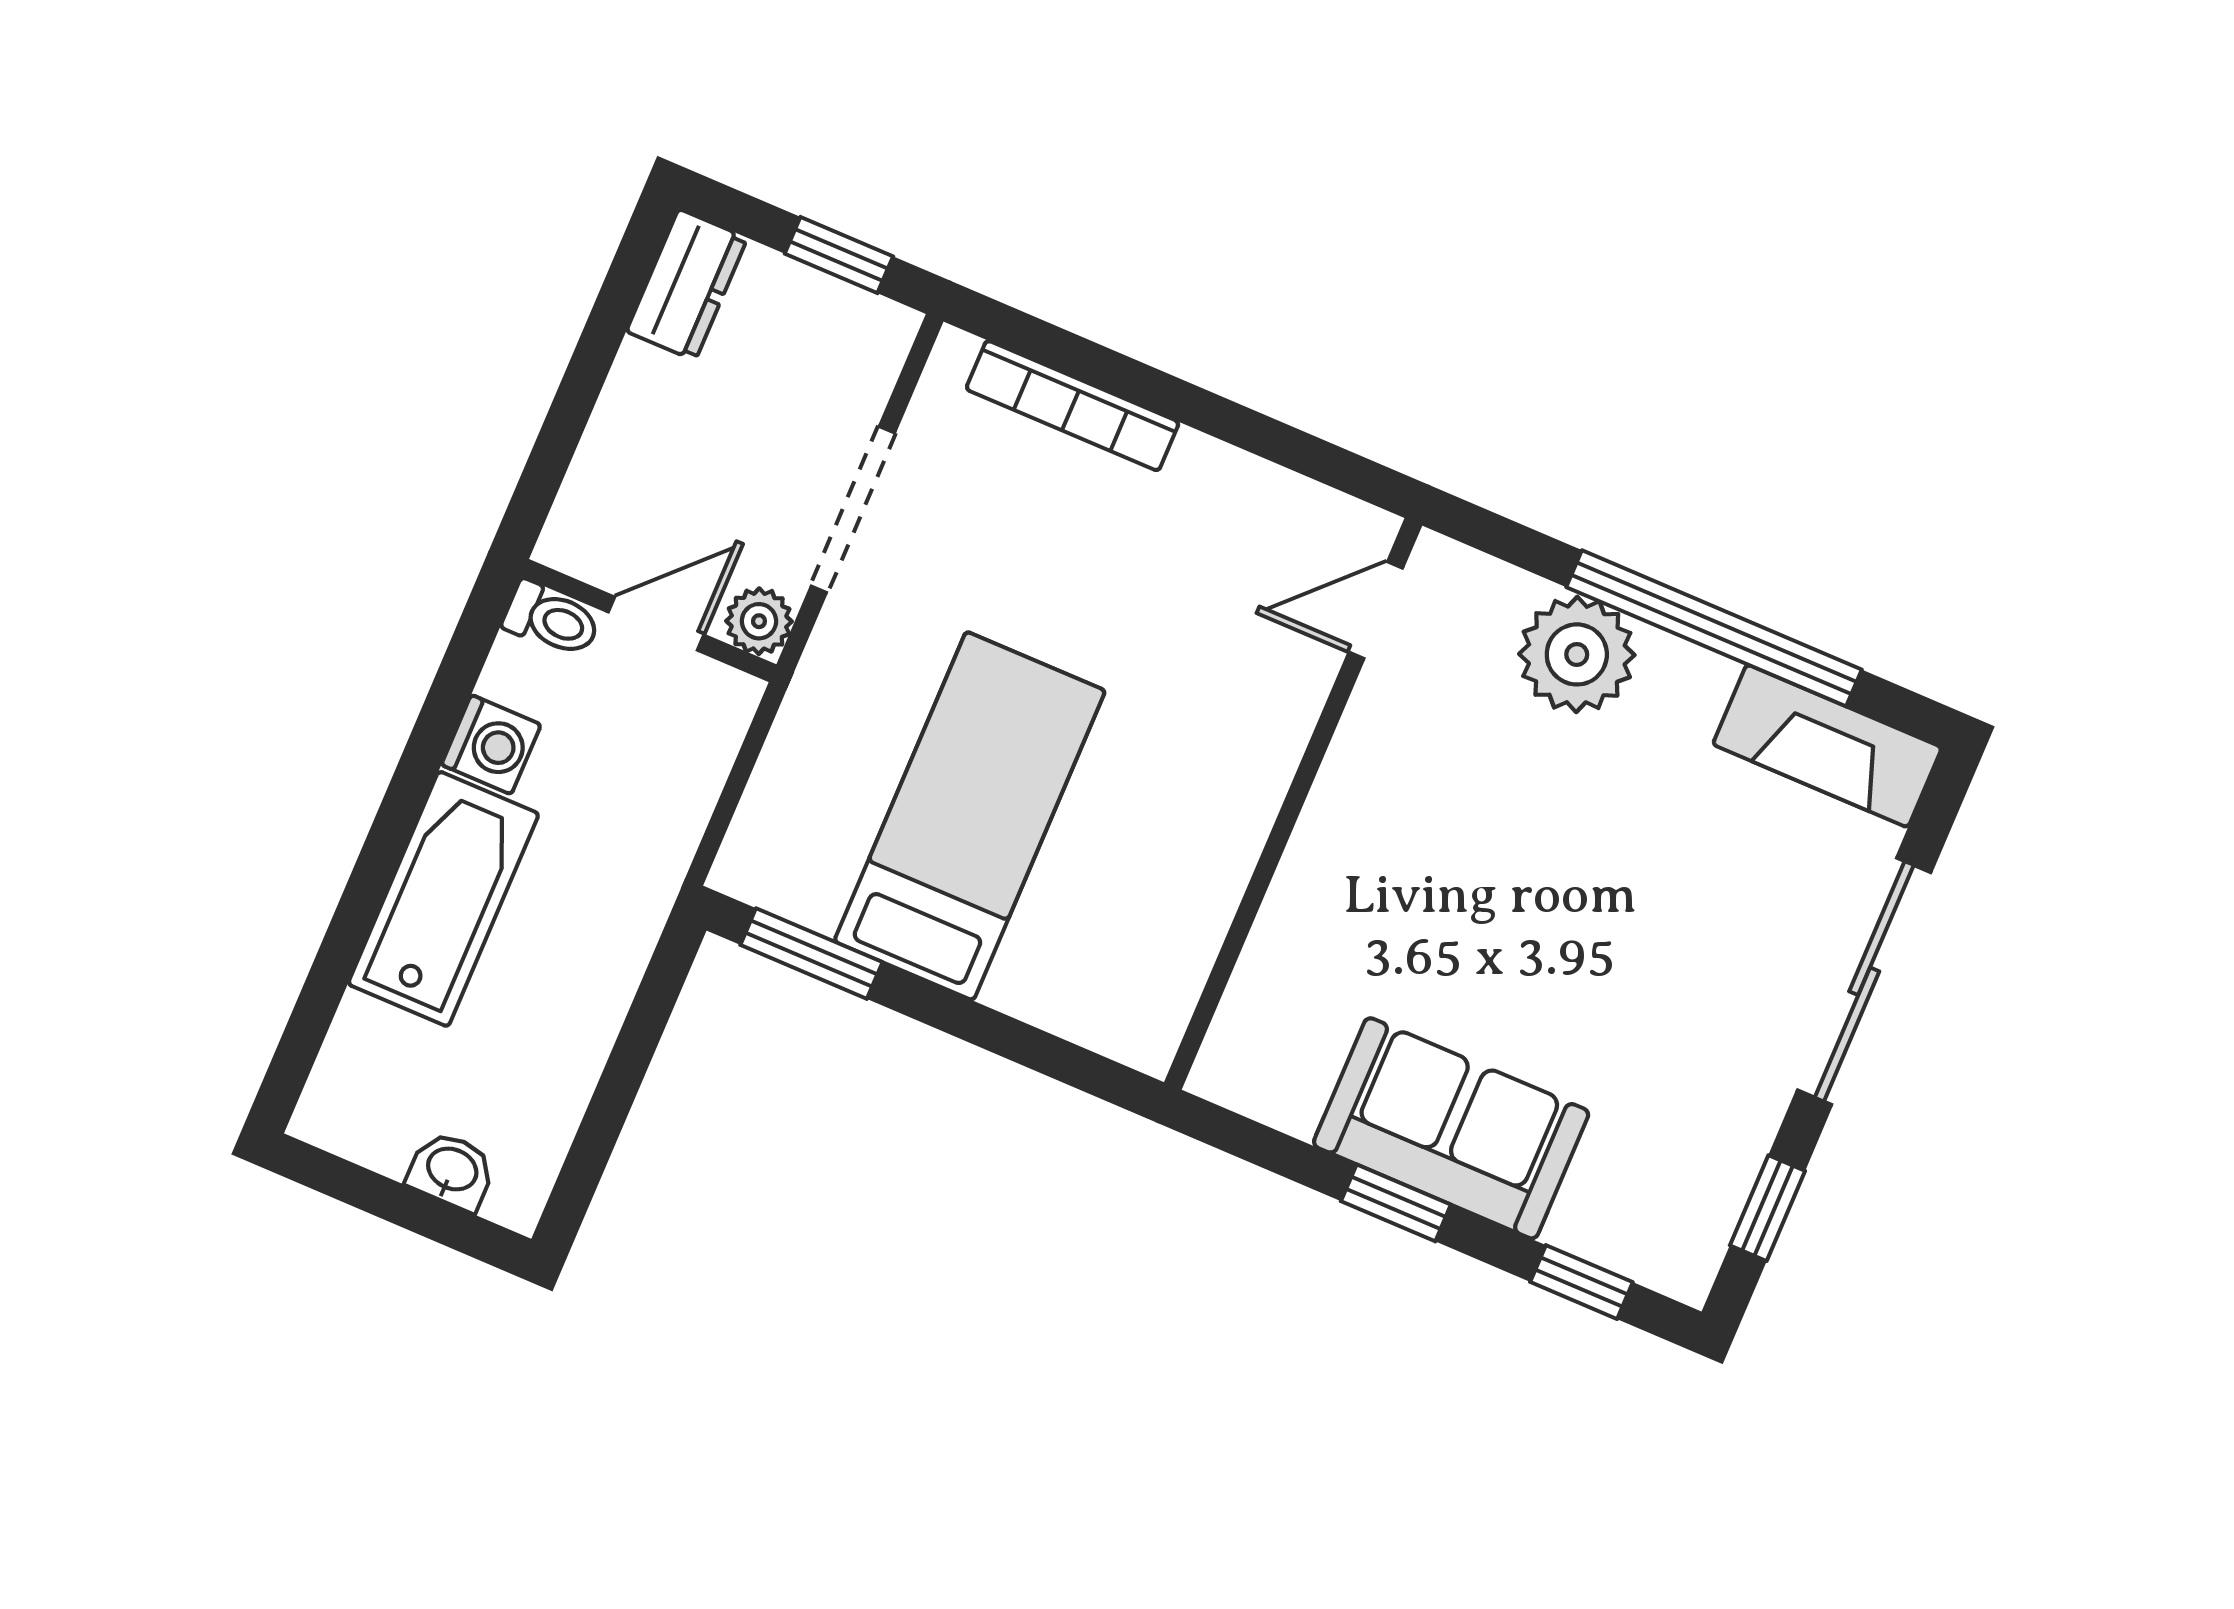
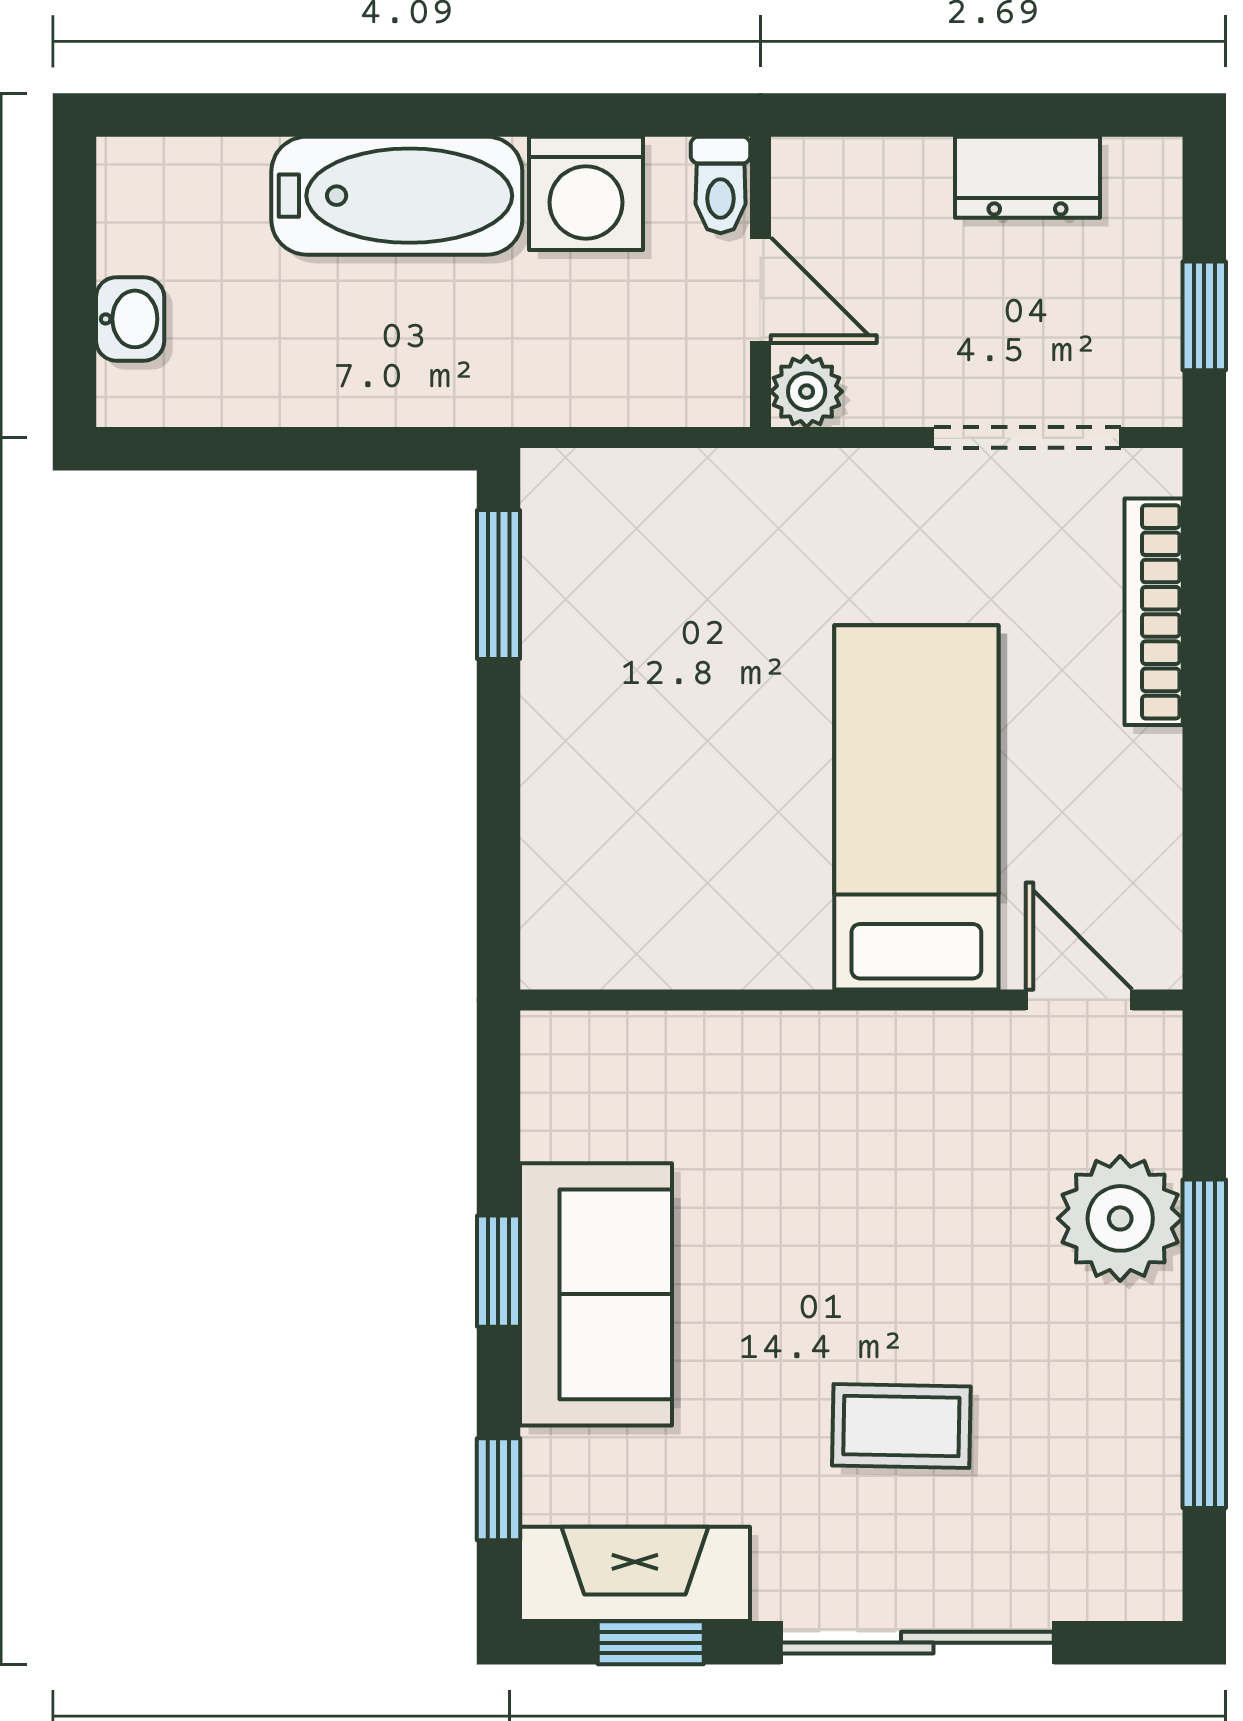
dresser: (687, 285) -> (1028, 177), moved
doorway: (853, 510) -> (1027, 438), moved
washing machine: (491, 745) -> (586, 193), width x1.38, depth x1.38
fireplace: (1827, 746) -> (635, 1574), moved, turned 90
bed: (970, 816) -> (916, 807), moved, turned -90
coffee table: (1674, 916) -> (901, 1426), added

